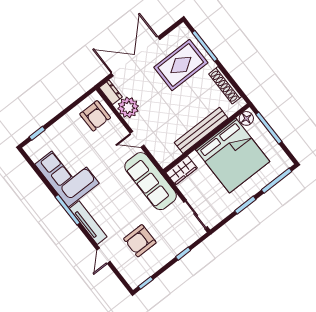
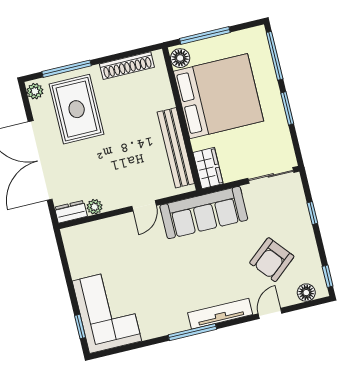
plant: (180, 32) -> (35, 91), added
plant: (128, 107) -> (95, 207), width x0.53, depth x0.53
armchair: (95, 116) -> (91, 244), removed
bench: (201, 130) -> (176, 148), moved
corner sofa: (67, 174) -> (107, 311), moved, turned 90
armchair: (140, 241) -> (272, 260), turned 50
door: (104, 256) -> (270, 313), swing flipped
floor lamp: (128, 274) -> (306, 293), added

